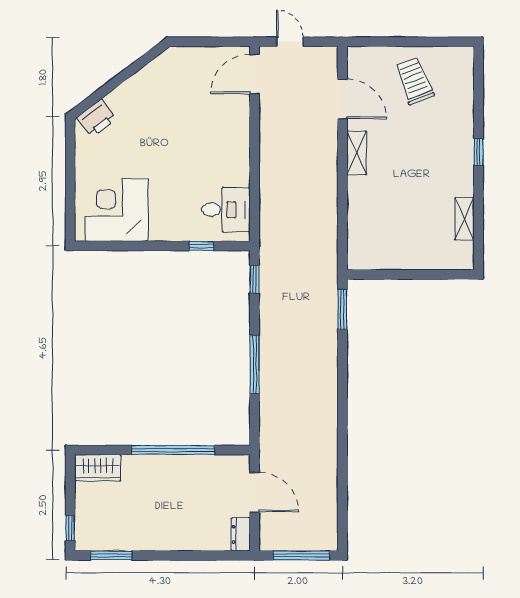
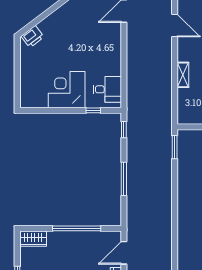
shelving: (357, 153) -> (183, 75), moved
corner desk: (117, 210) -> (67, 90), moved
door: (255, 492) -> (124, 253), swing flipped

